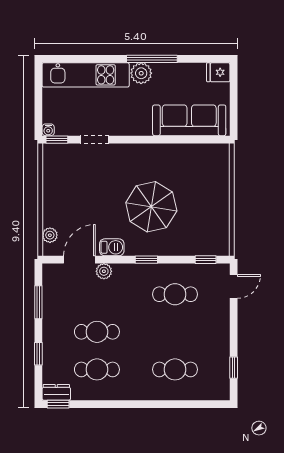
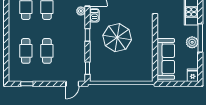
plant: (141, 73) -> (192, 42), moved
door: (234, 286) -> (72, 84), hinge flipped
cafe table: (175, 294) -> (47, 51), moved

